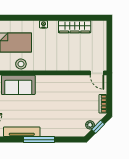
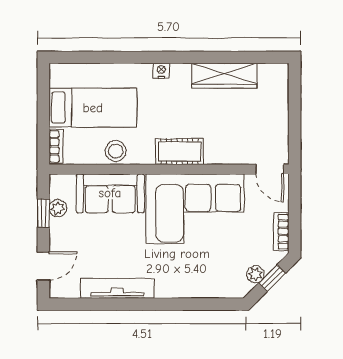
cot: (53, 64) -> (180, 152), added
corner sofa: (60, 92) -> (195, 209), added
window: (39, 140) -> (152, 304), removed

